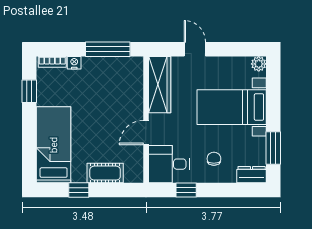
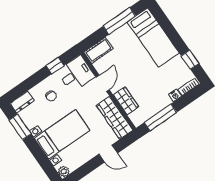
wardrobe: (134, 95) -> (126, 101), added
cot: (105, 173) -> (98, 50), moved
window: (79, 190) -> (119, 21), width x2.17

